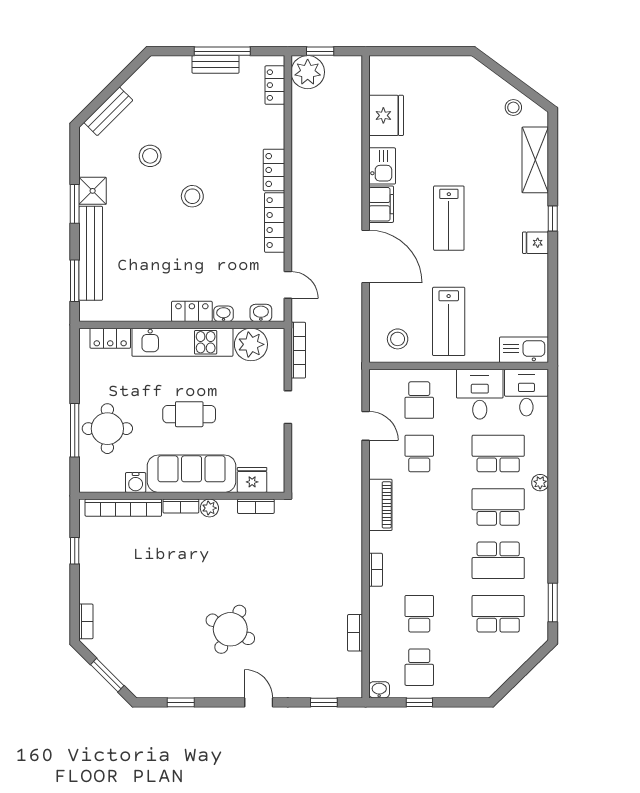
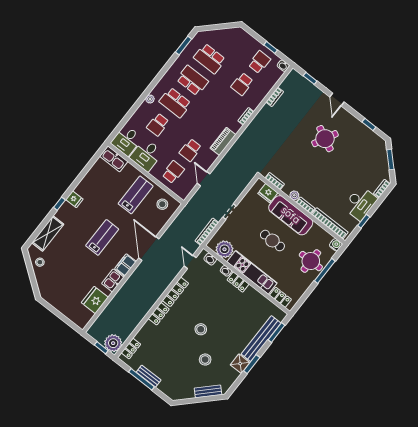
school desk: (498, 453) -> (158, 125), width x0.54
water cooler: (136, 482) -> (336, 245), moved
desk: (101, 574) -> (360, 203), added

